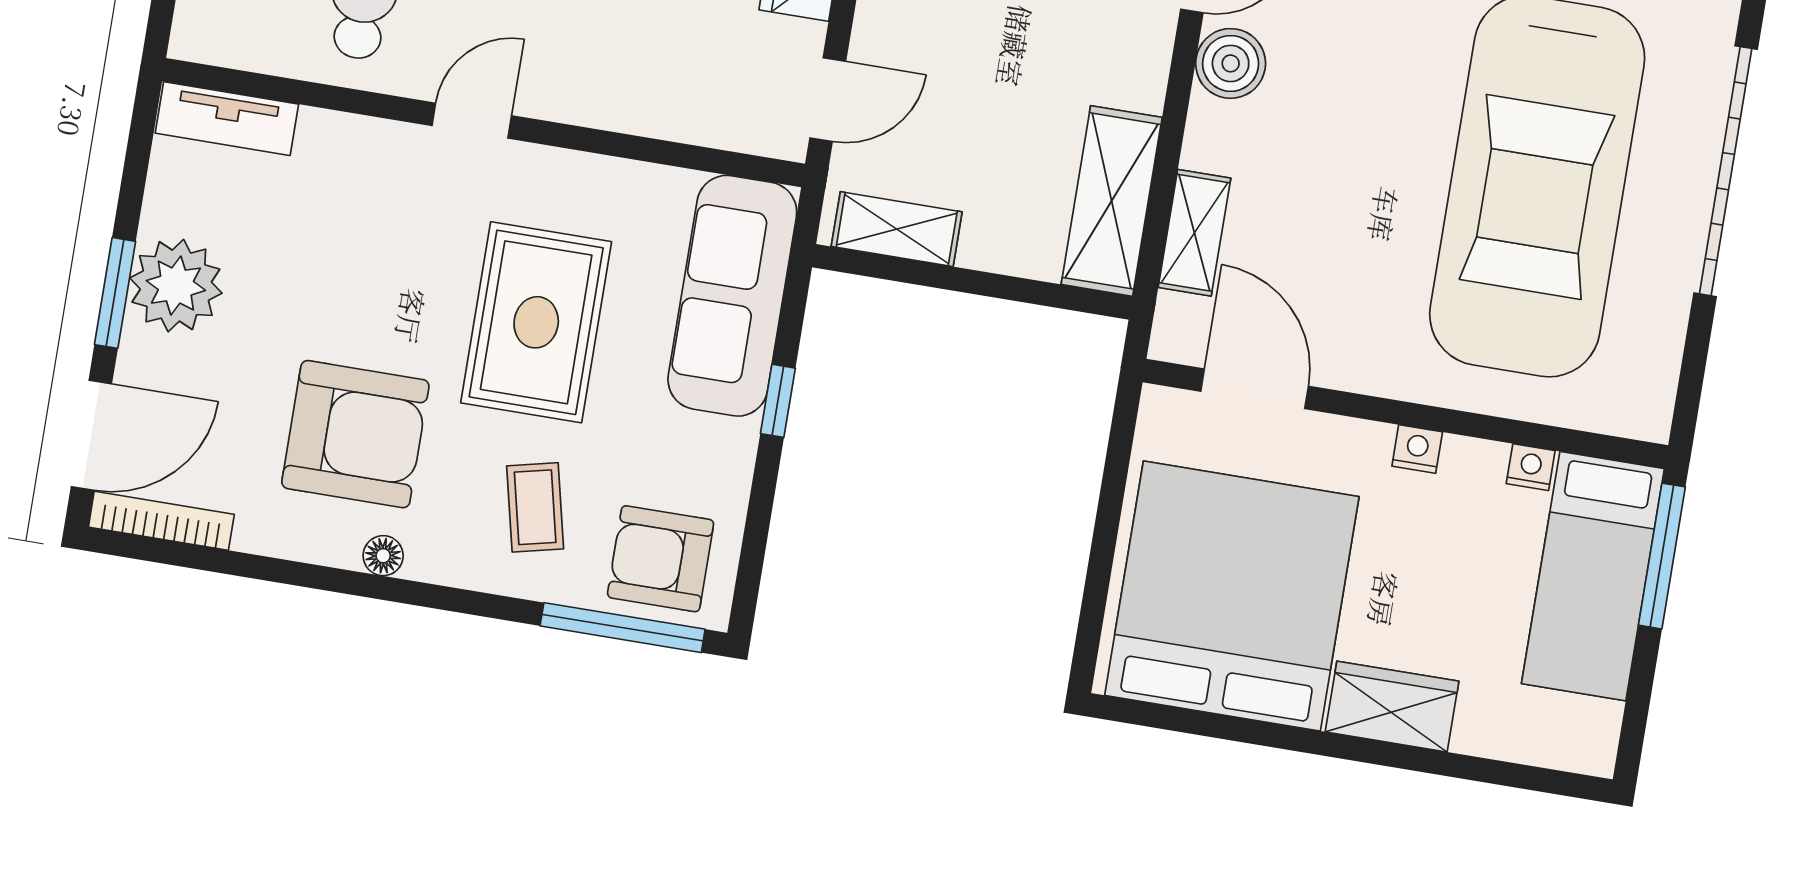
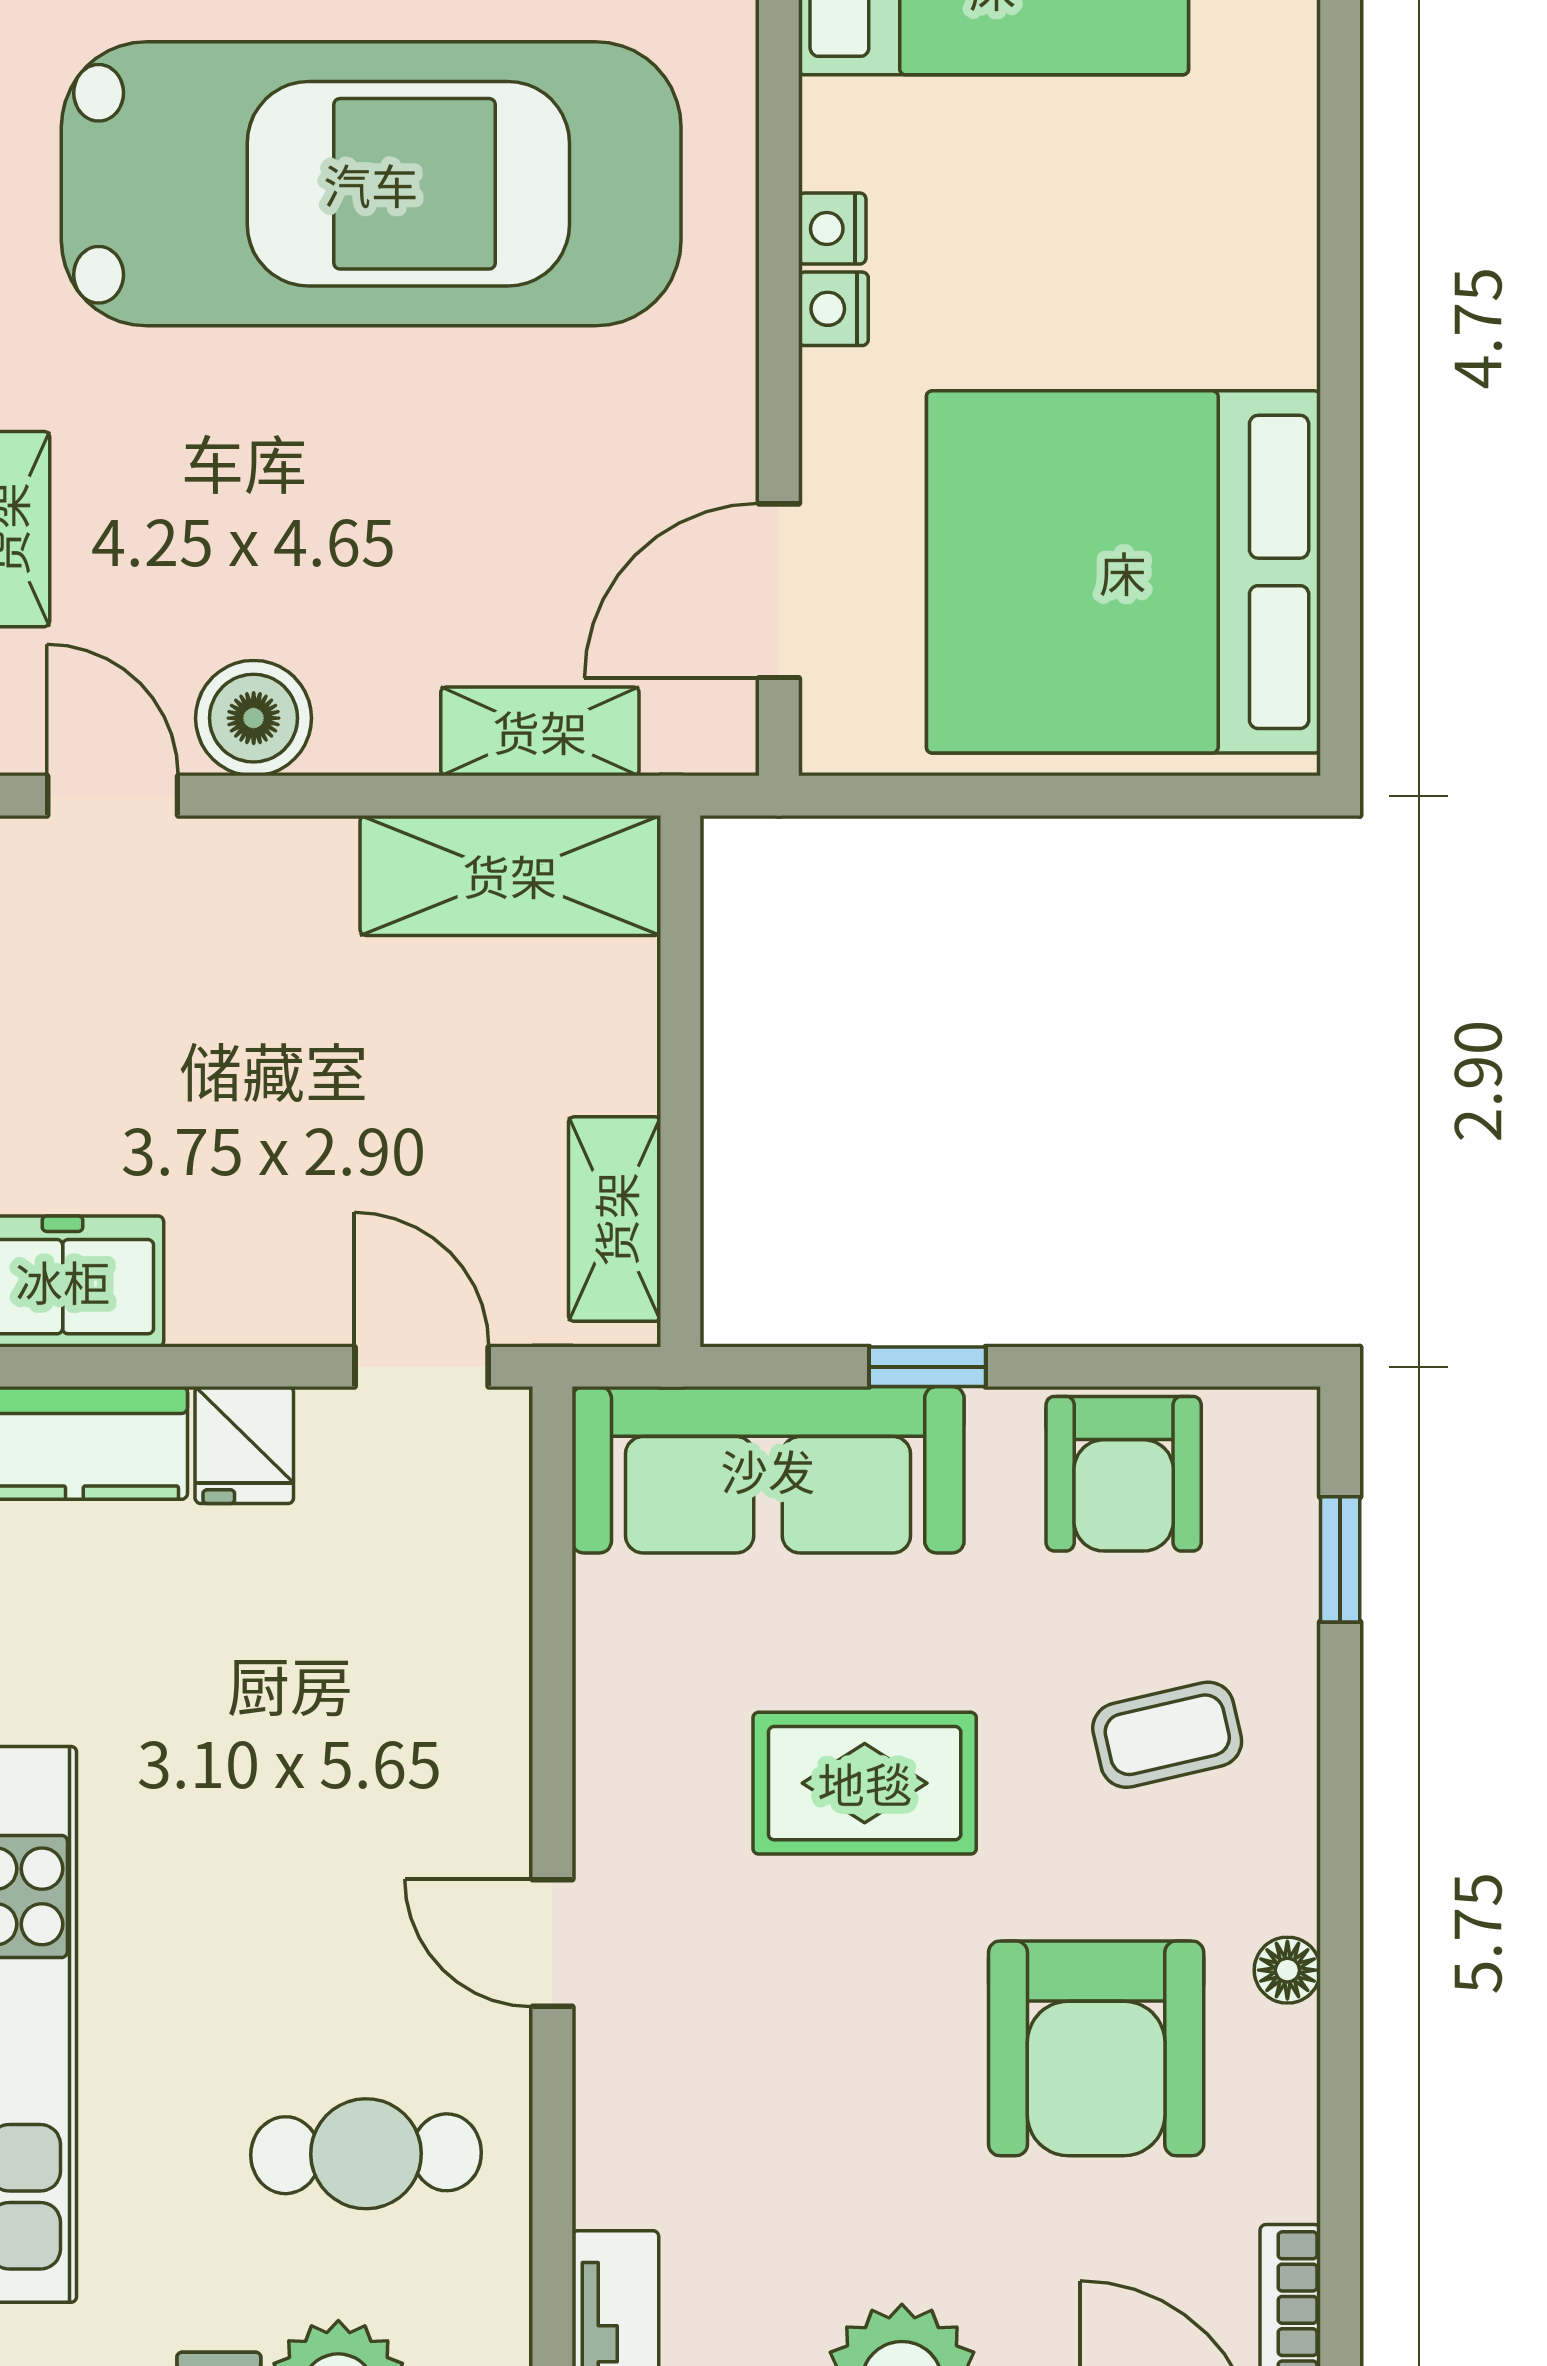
rug: (536, 322) -> (865, 1783), width x0.73, depth x0.70
armchair: (355, 434) -> (1096, 2048), turned 180
nightstand: (1531, 467) -> (832, 229), moved
armchair: (661, 559) -> (1124, 1474), moved
window: (623, 628) -> (1340, 1559), width x0.46
wardrobe: (1392, 707) -> (1261, 280), removed

